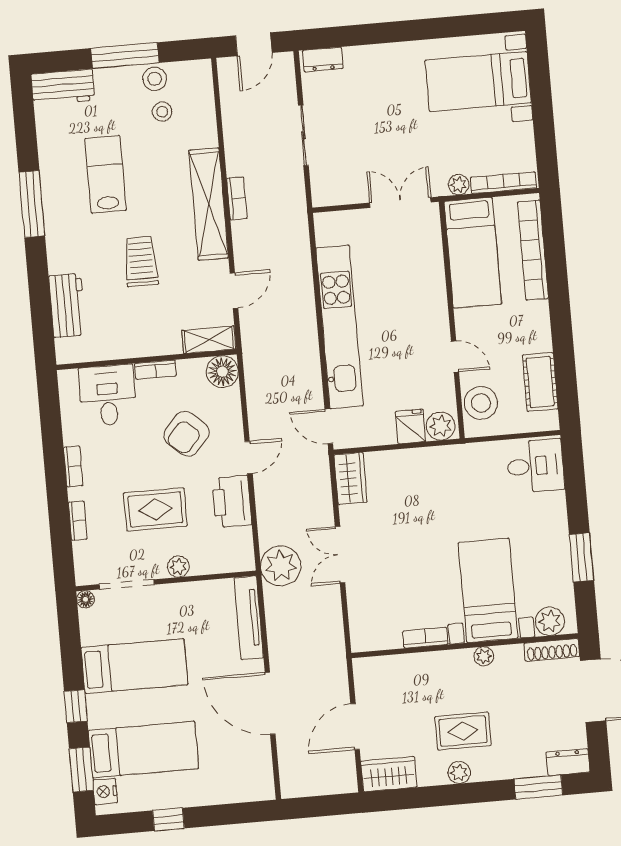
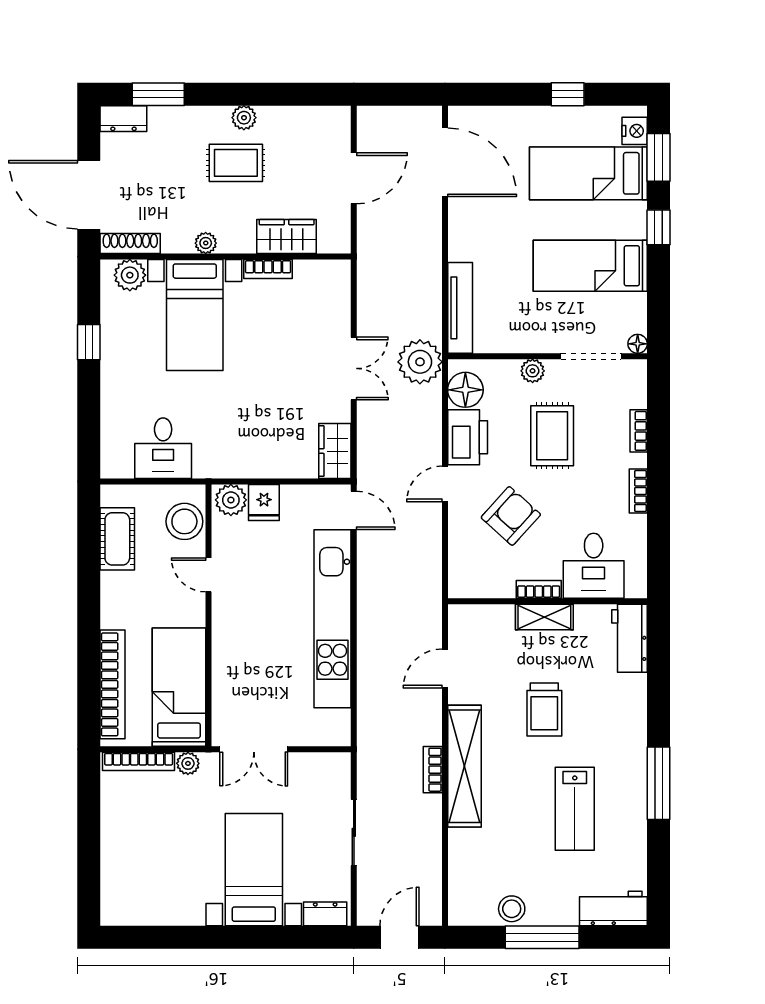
bed with nightstands: (478, 81) -> (254, 870), moved, turned -90
stool: (162, 112) -> (507, 872), removed
workbench: (67, 306) -> (630, 638), moved
shelving: (209, 340) -> (544, 617), moved
floor lamp: (222, 372) -> (465, 390), moved
desk: (535, 466) -> (163, 448), moved, turned -90
rug: (155, 509) -> (552, 436), turned 90
window: (581, 557) -> (89, 342), width x0.67
door: (270, 703) -> (445, 162), moved
wardrobe: (389, 774) -> (287, 237), moved, turned 180

